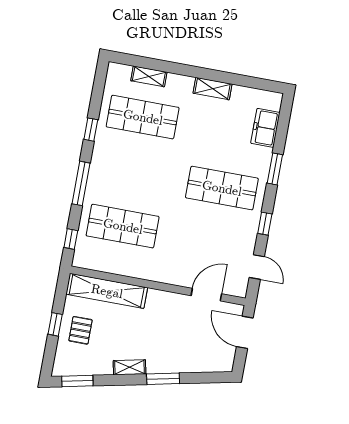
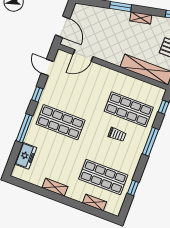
window: (91, 130) -> (133, 188), moved
window: (275, 169) -> (24, 128), width x1.44
trolley: (133, 185) -> (117, 135), added

